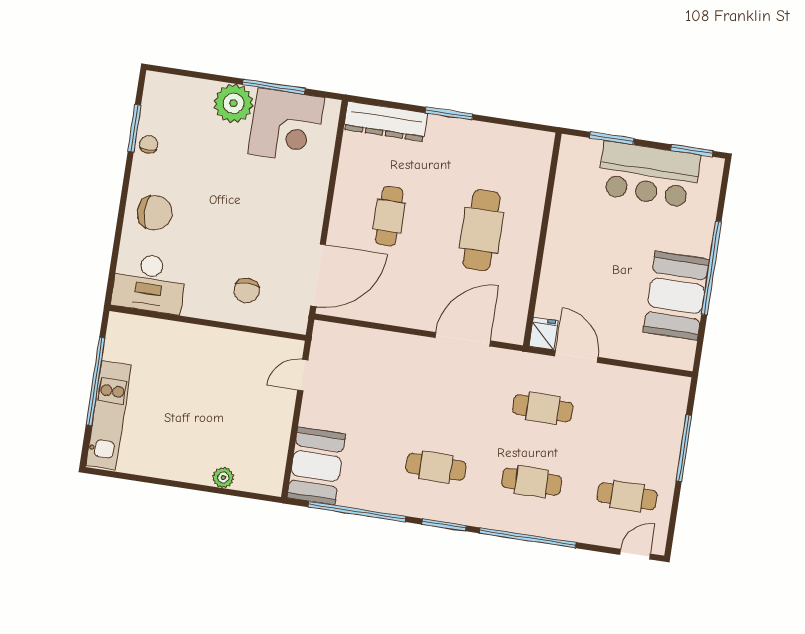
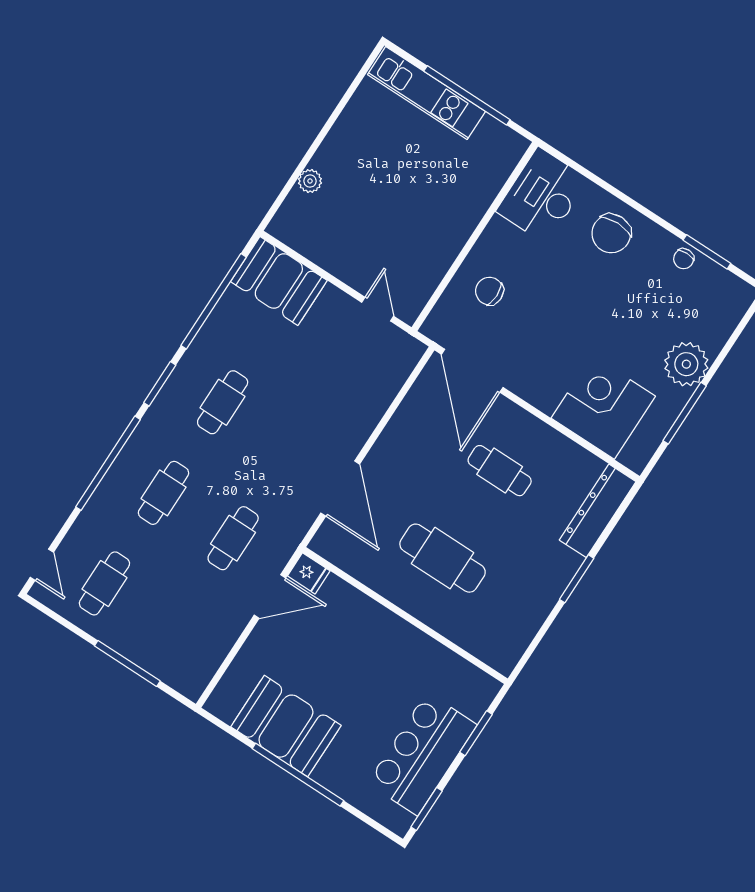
corner desk: (286, 126) -> (603, 407), moved, turned 90
chair: (149, 144) -> (684, 259), turned 90

